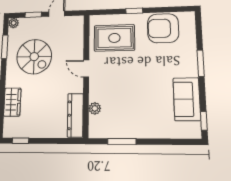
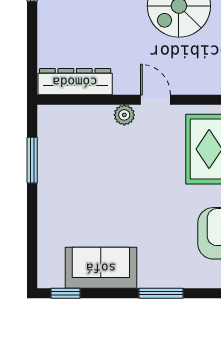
door: (86, 69) -> (155, 100), hinge flipped
plant: (95, 108) -> (124, 115), moved

